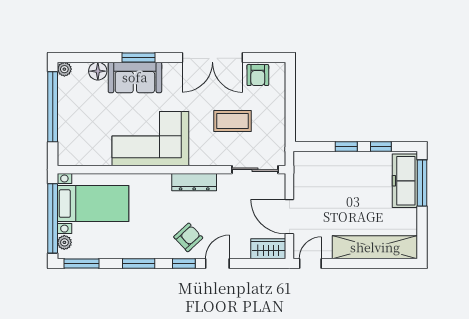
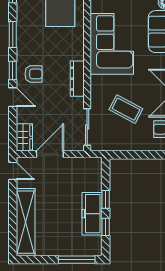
coffee table: (232, 121) -> (126, 109), turned -62
freezer: (405, 181) -> (92, 214), moved, turned -90
armchair: (188, 237) -> (33, 74), turned -47

